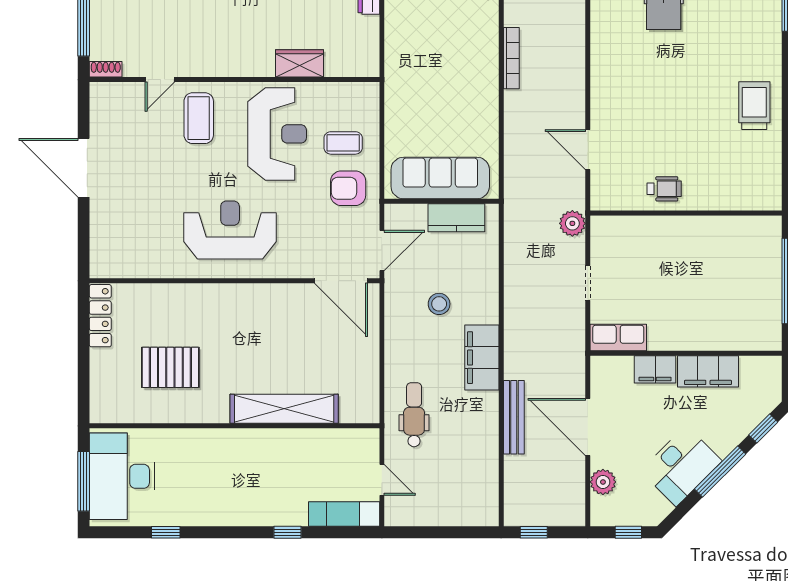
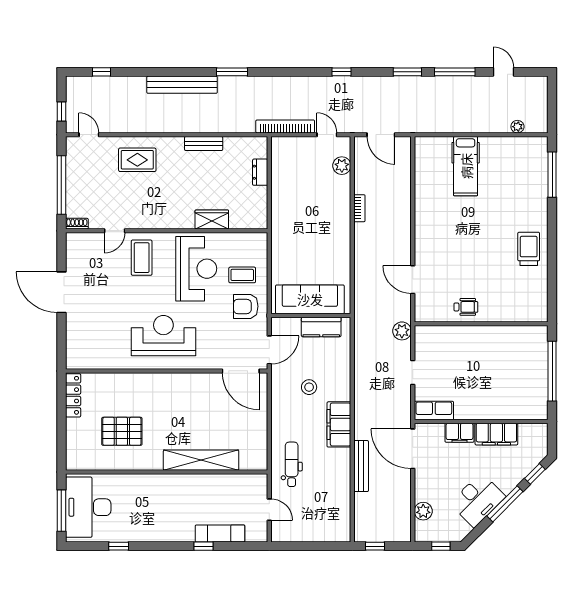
bookcase: (511, 58) -> (359, 208), width x0.64
door: (588, 427) -> (413, 449), moved
exam couch: (344, 514) -> (220, 533), moved

